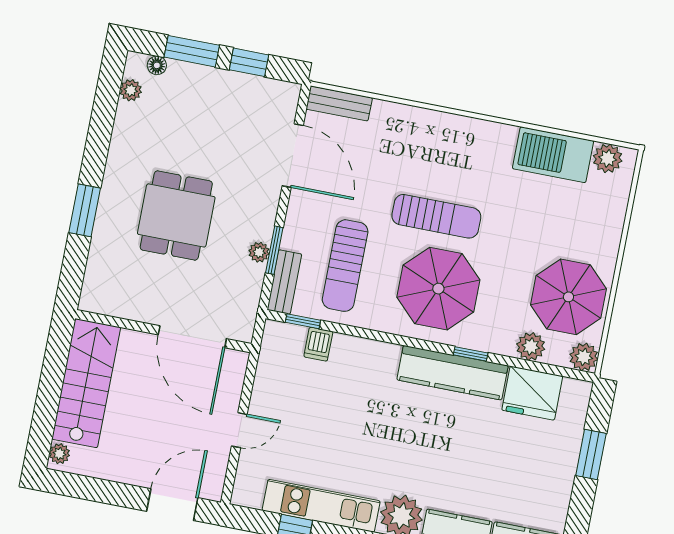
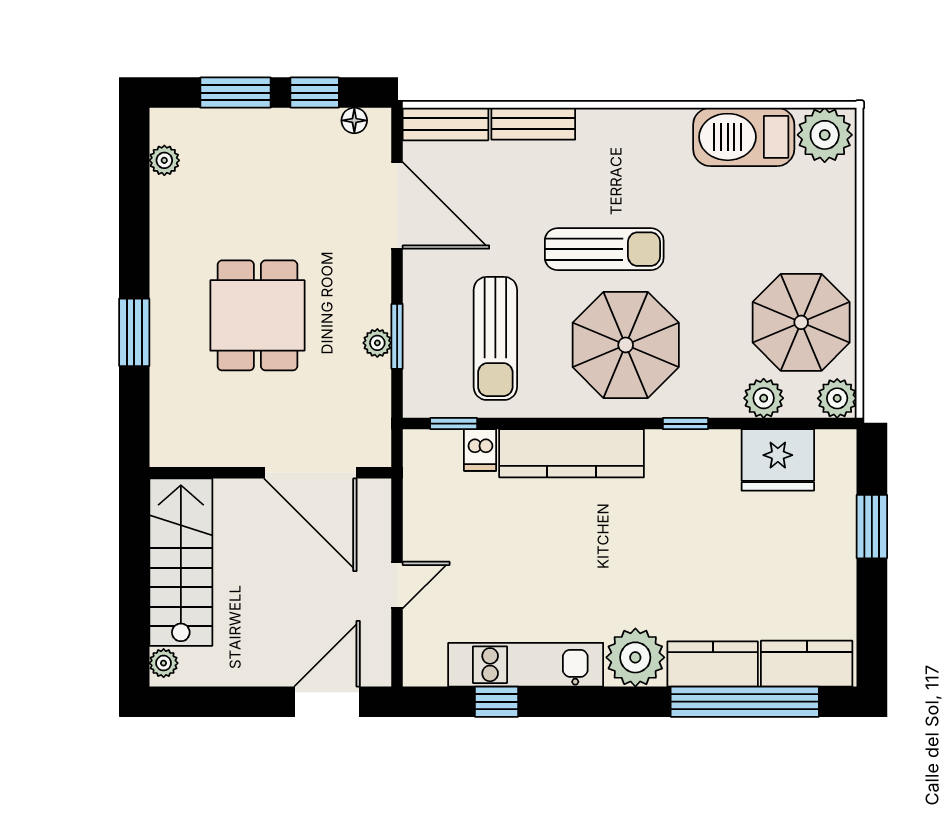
floor lamp: (157, 65) -> (354, 120), moved
plant: (608, 158) -> (825, 135), width x1.36, depth x1.36
bench: (284, 282) -> (533, 124), moved, turned 90
kitchen counter: (452, 373) -> (572, 453), moved

